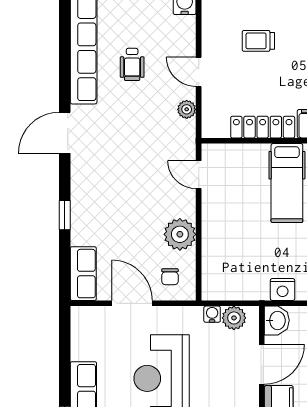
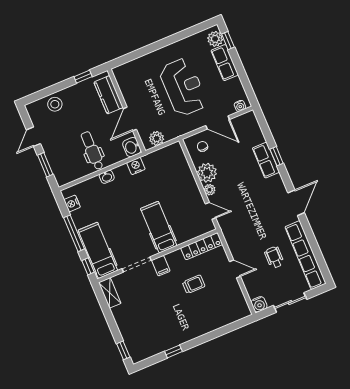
trolley: (258, 41) -> (194, 284), moved
plant: (187, 109) -> (210, 190), moved
locker: (263, 127) -> (202, 246), moved
row of seats: (83, 274) -> (266, 160), moved
water cooler: (212, 314) -> (240, 106), moved

